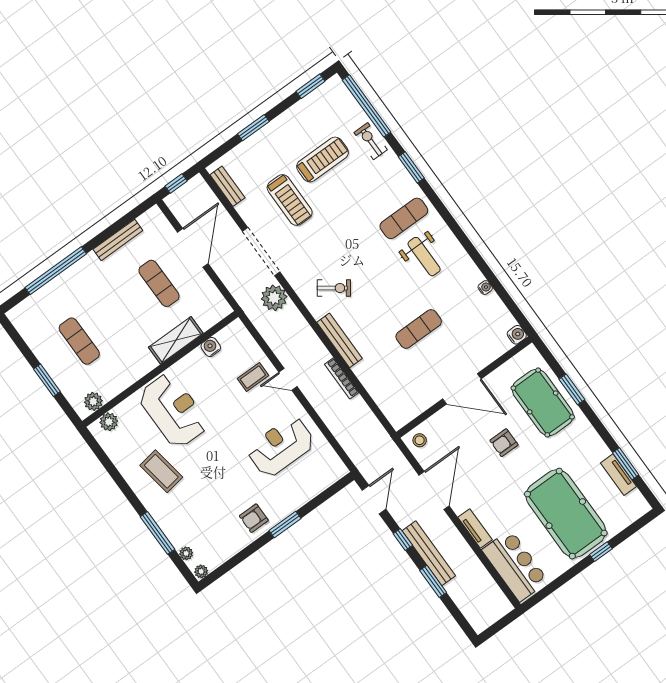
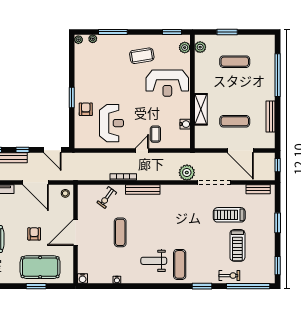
exercise bike: (334, 288) -> (107, 198), moved
window: (100, 454) -> (172, 32), added
armchair: (254, 518) -> (86, 109), moved

